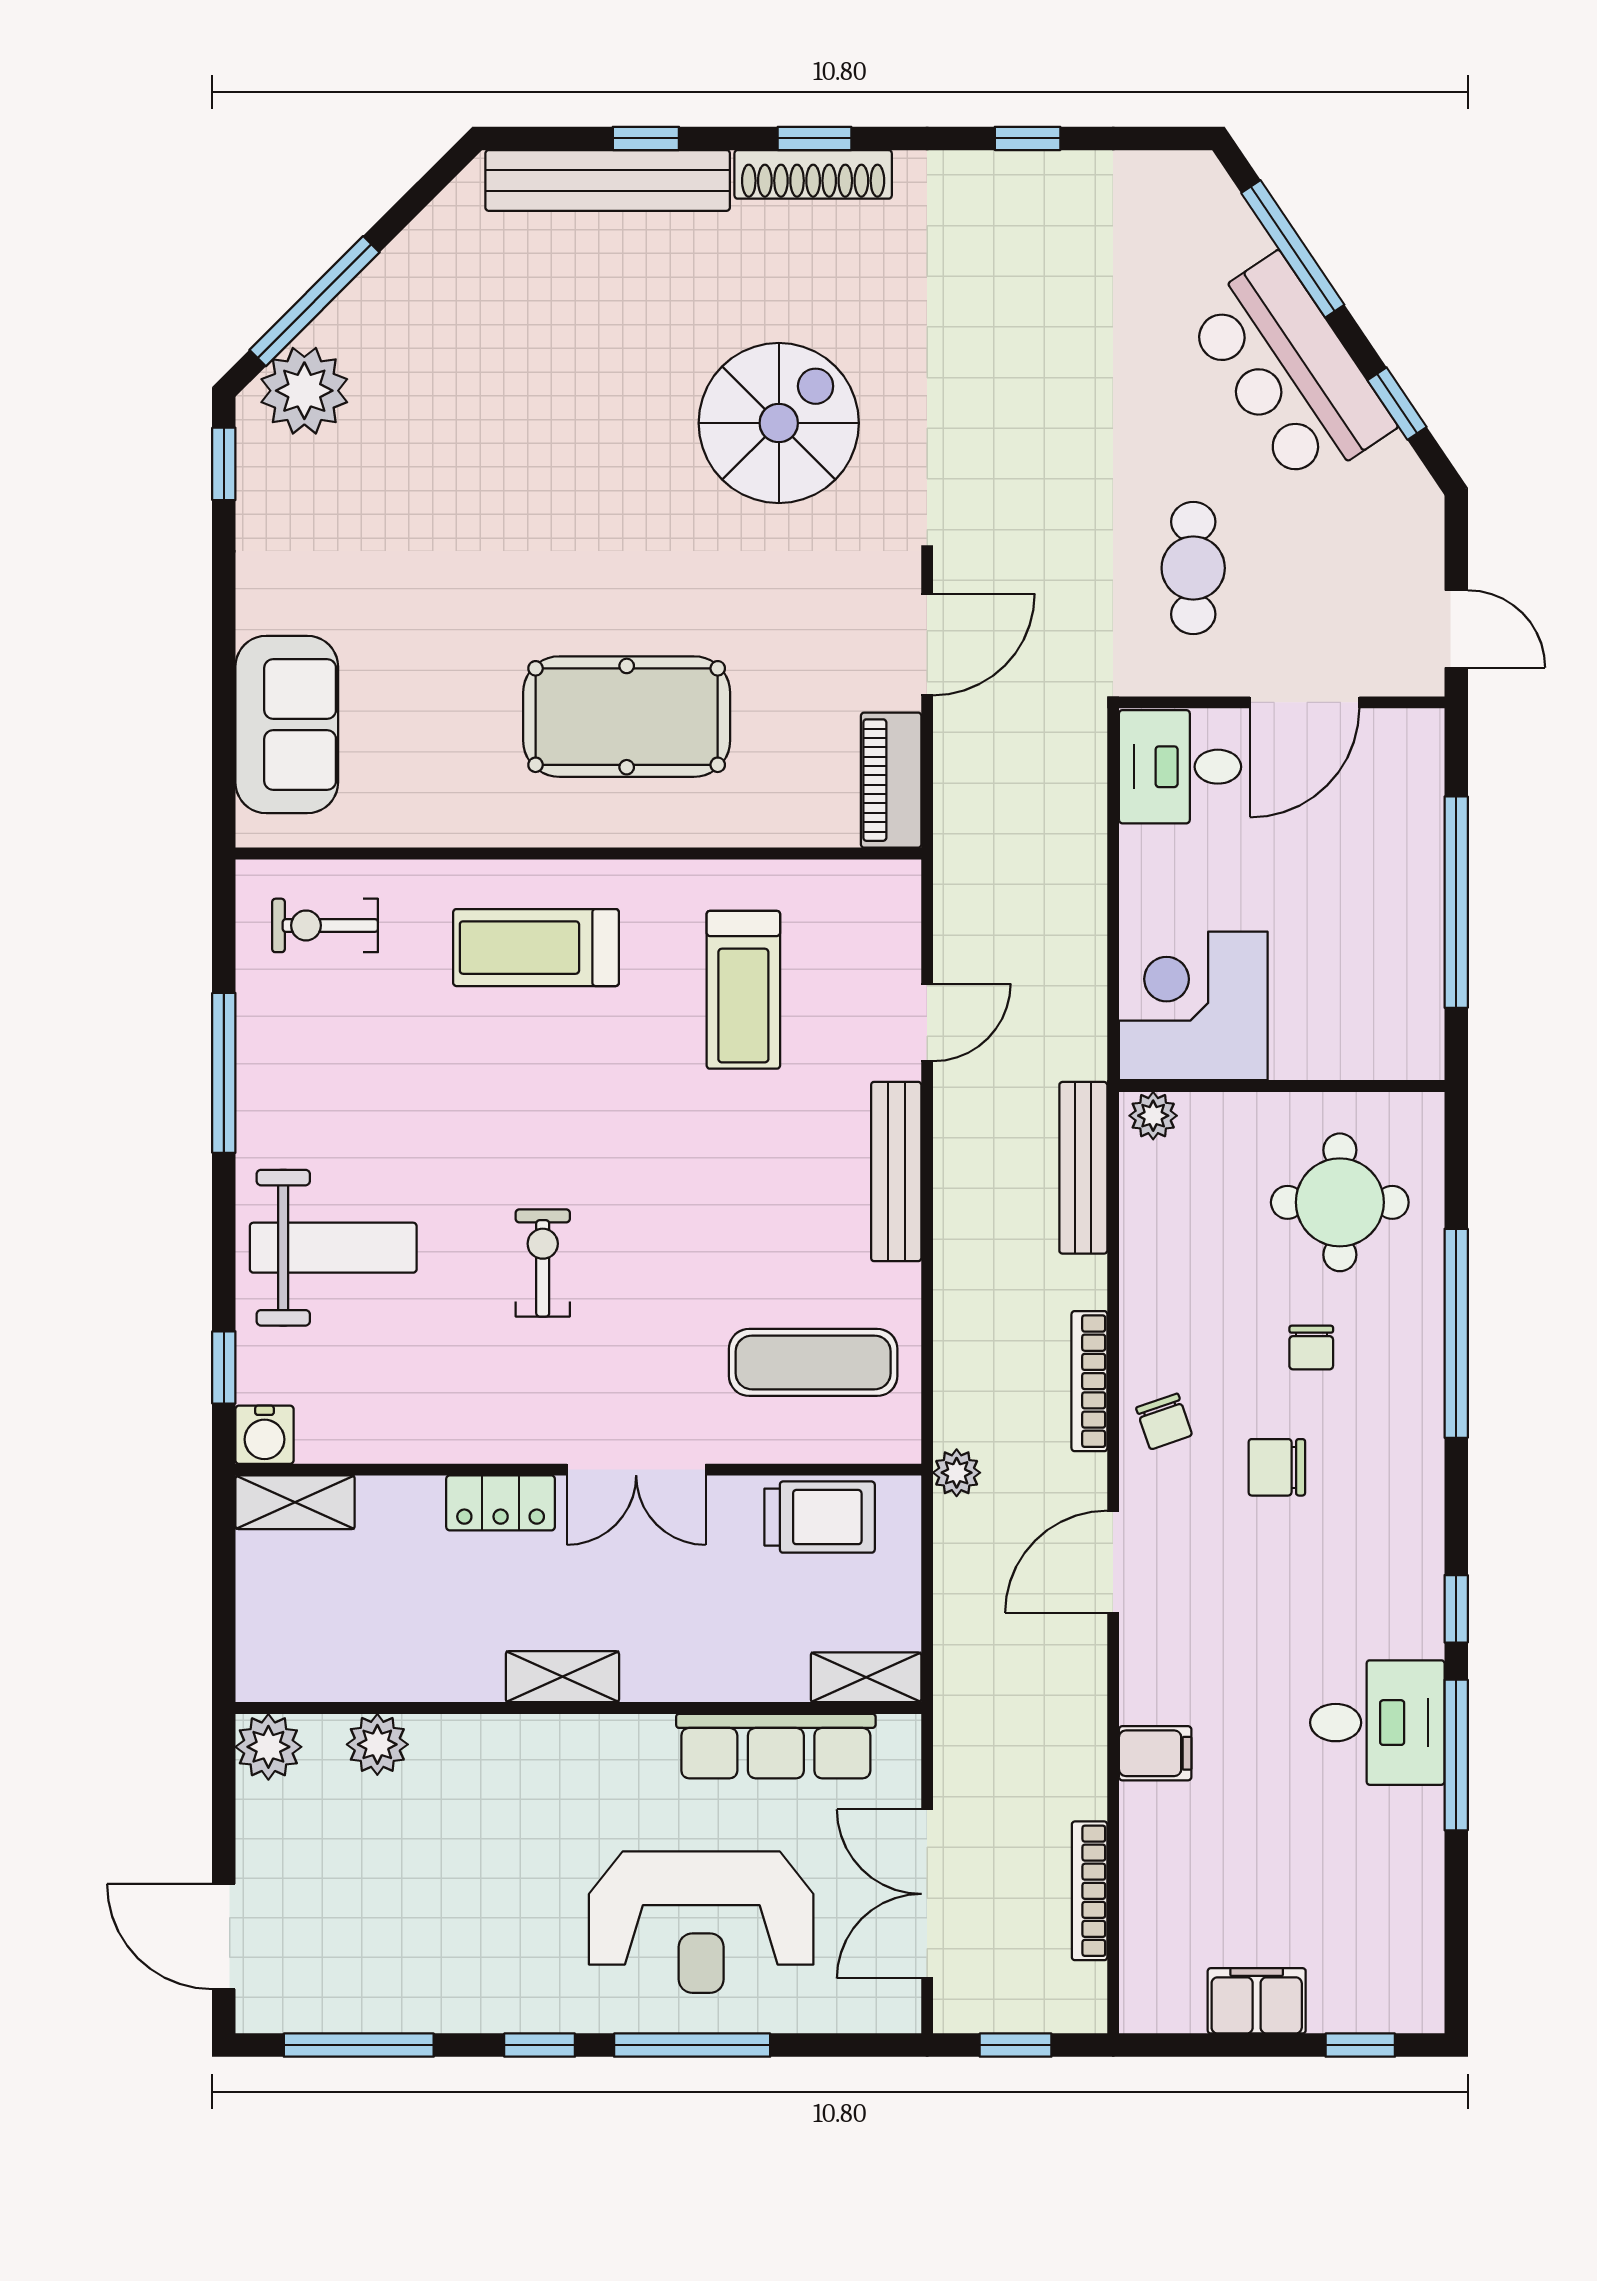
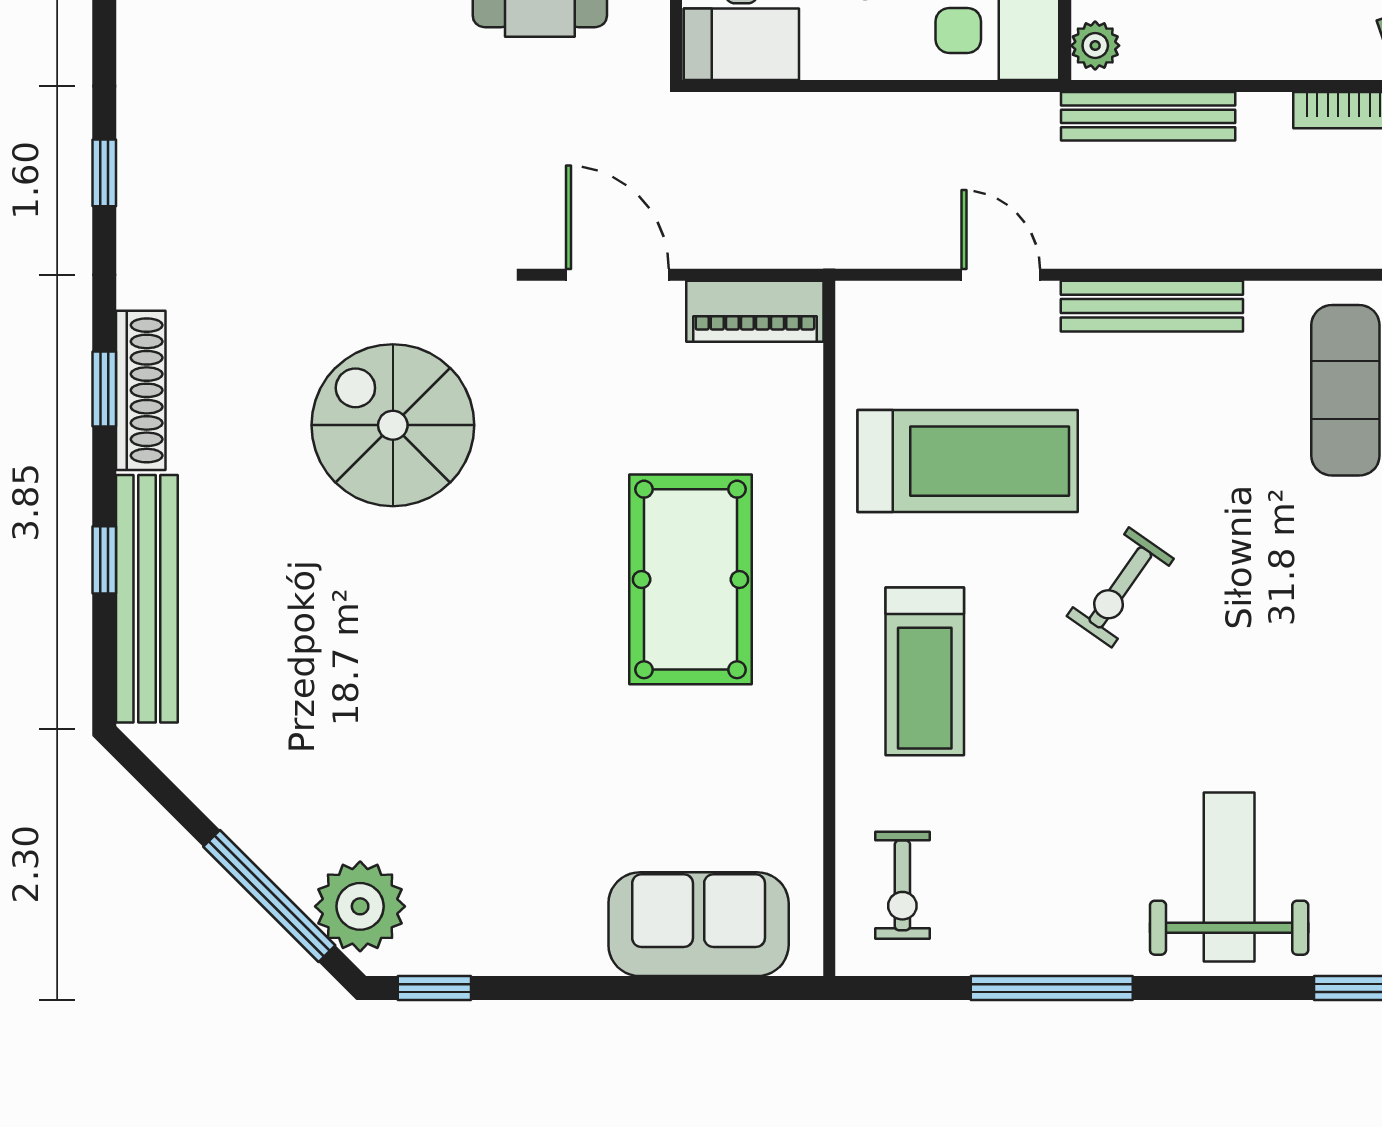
treadmill: (743, 990) -> (968, 461), width x1.37, depth x1.37
exercise bike: (543, 1263) -> (1120, 587), moved, turned -55

